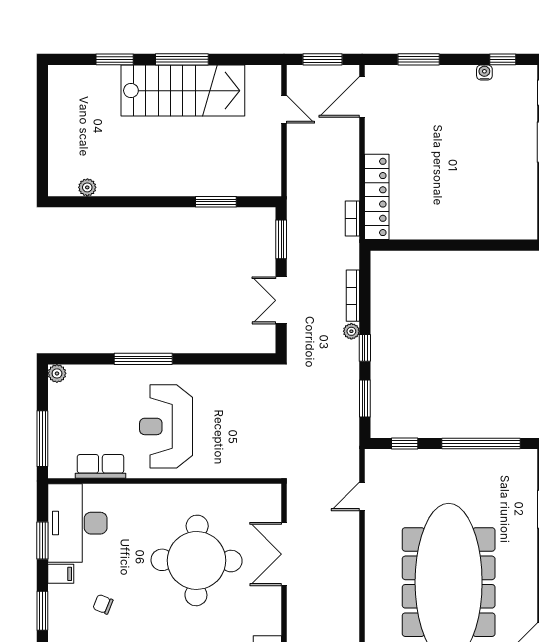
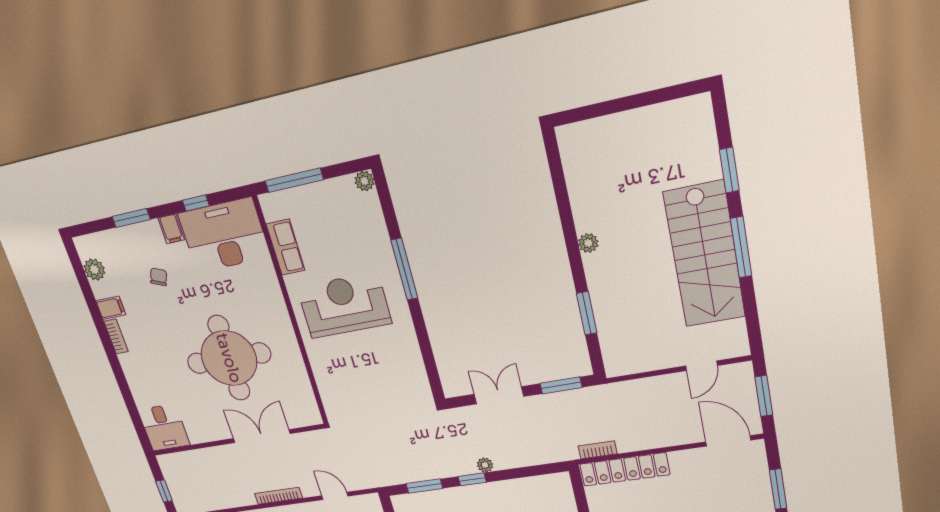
plant: (87, 187) -> (588, 243), moved
bookcase: (353, 296) -> (279, 496), moved
window: (42, 540) -> (196, 203), width x0.67

